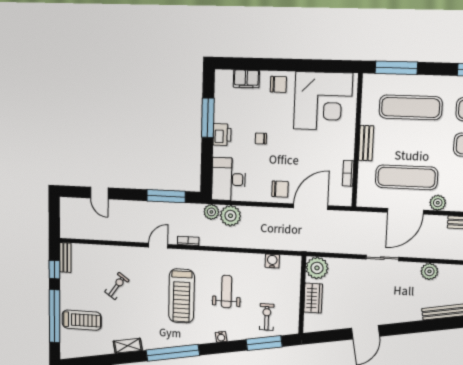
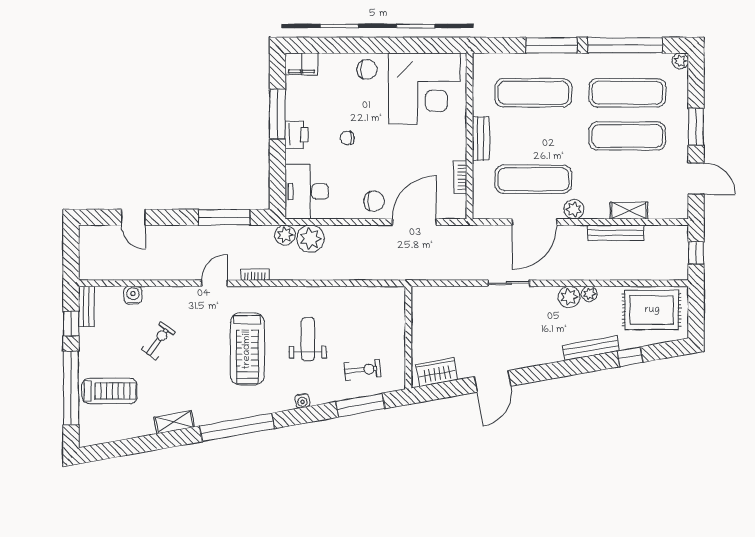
window: (396, 68) -> (551, 45), moved
filing cabinet: (246, 79) -> (301, 64), moved
water cooler: (272, 261) -> (133, 295), moved
plant: (317, 268) -> (589, 294), moved, width x0.53, depth x0.53
wardrobe: (313, 298) -> (437, 372), moved, turned -100
exercise bike: (267, 317) -> (363, 370), turned 84

